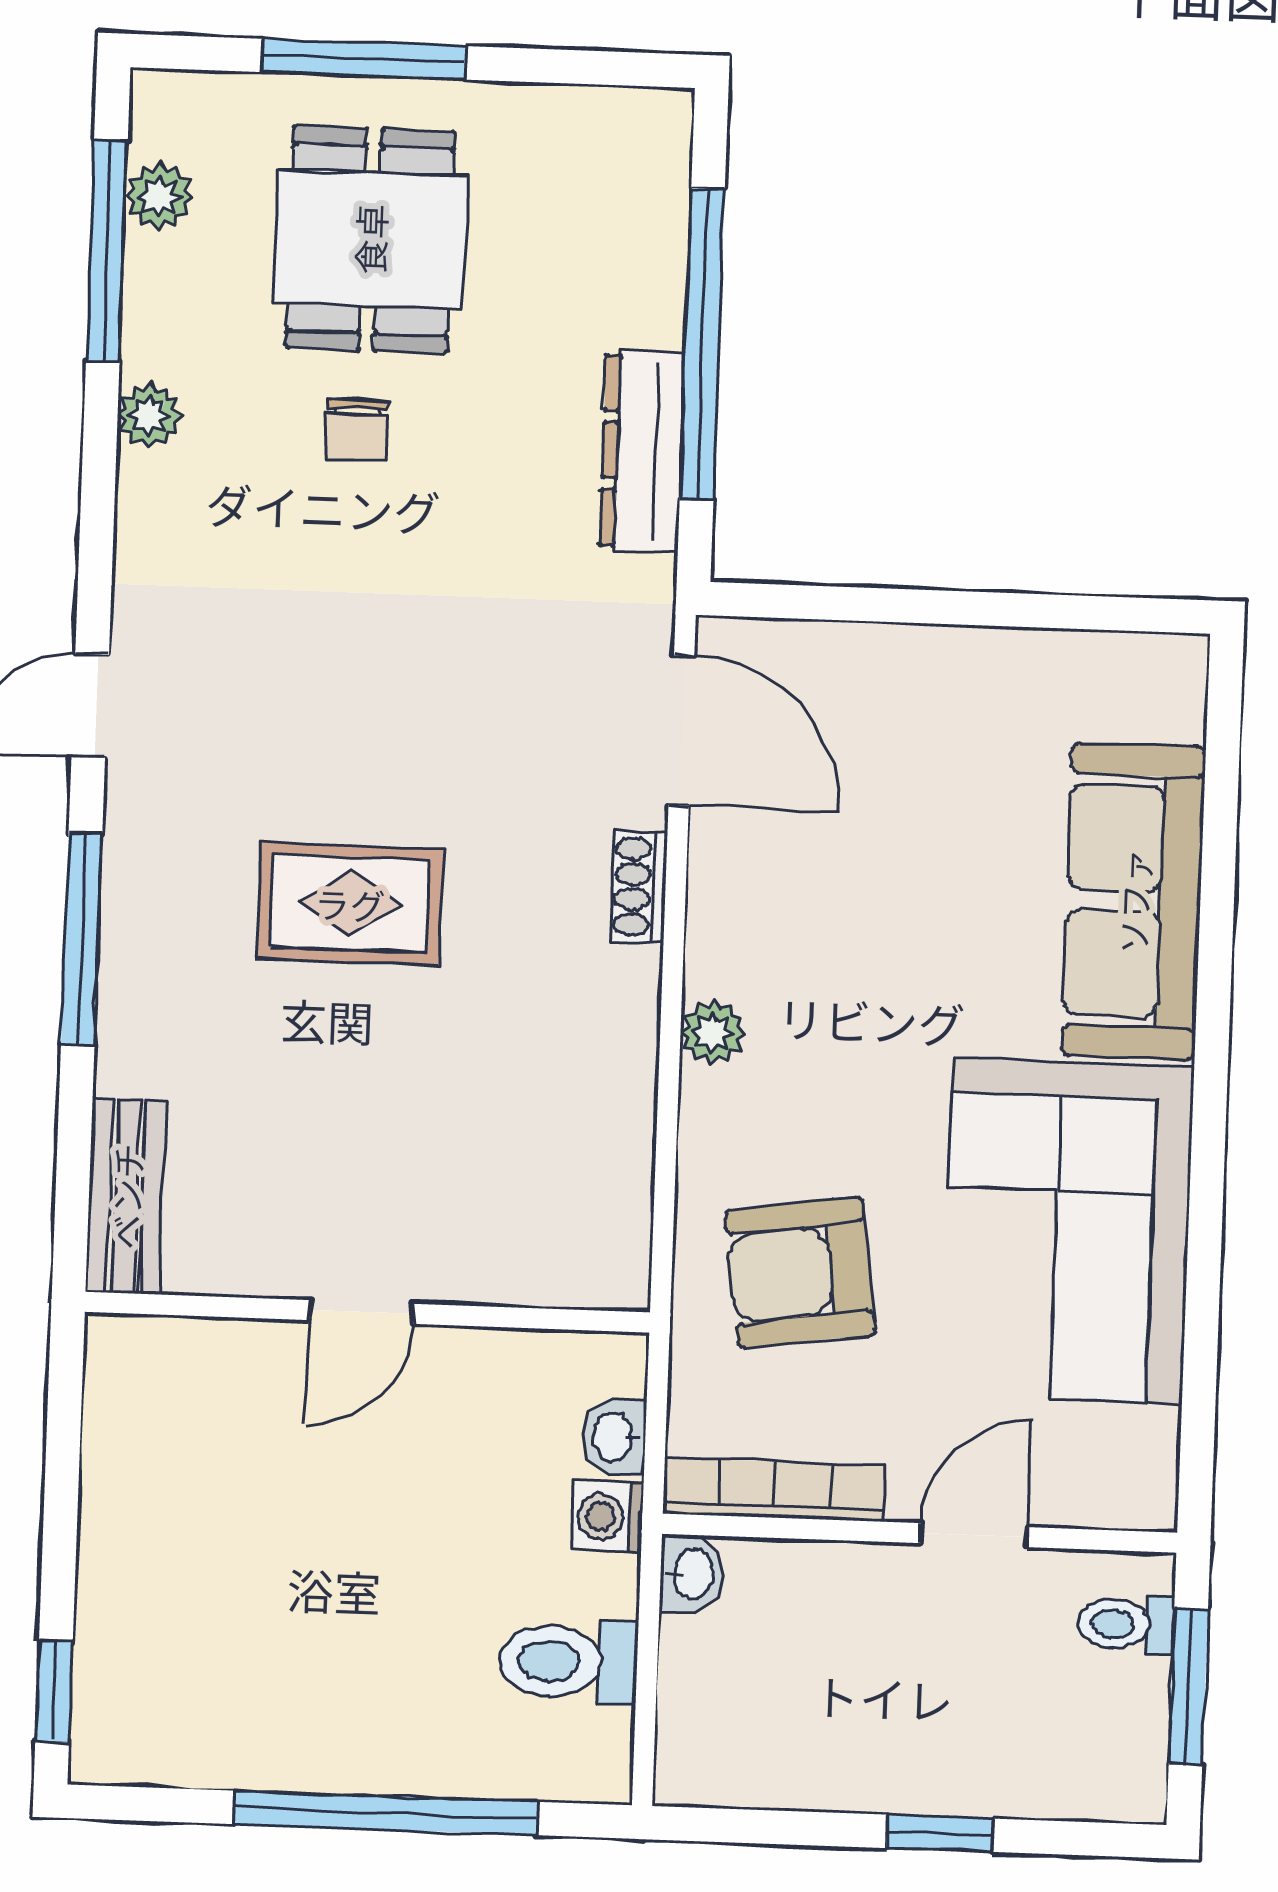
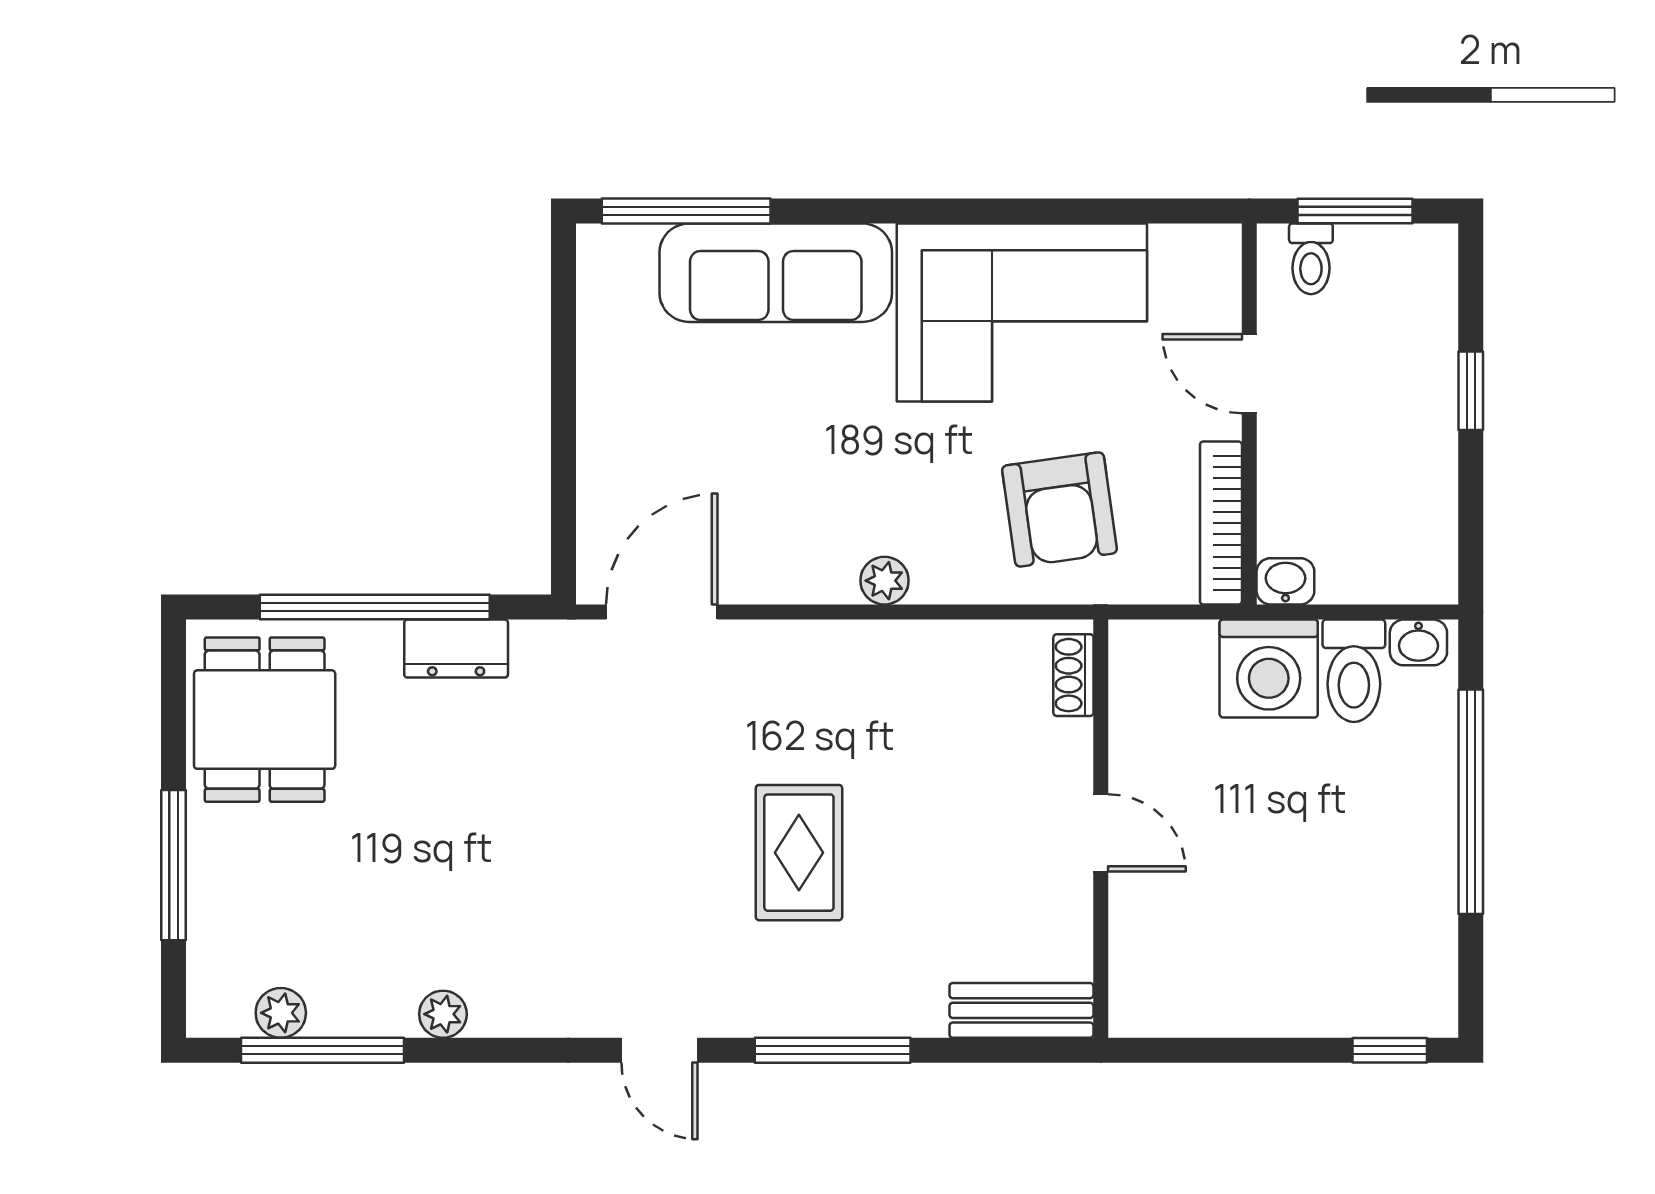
dining table: (370, 239) -> (265, 720), moved, turned 90
chair: (356, 430) -> (448, 861), removed
dresser: (642, 451) -> (456, 649), width x0.70
window: (1221, 783) -> (686, 211), added
shoe rack: (639, 887) -> (1073, 675), moved, turned 90
washbasin: (614, 1437) -> (1418, 642), moved
washing machine: (607, 1517) -> (1269, 668), width x1.89, depth x1.89

